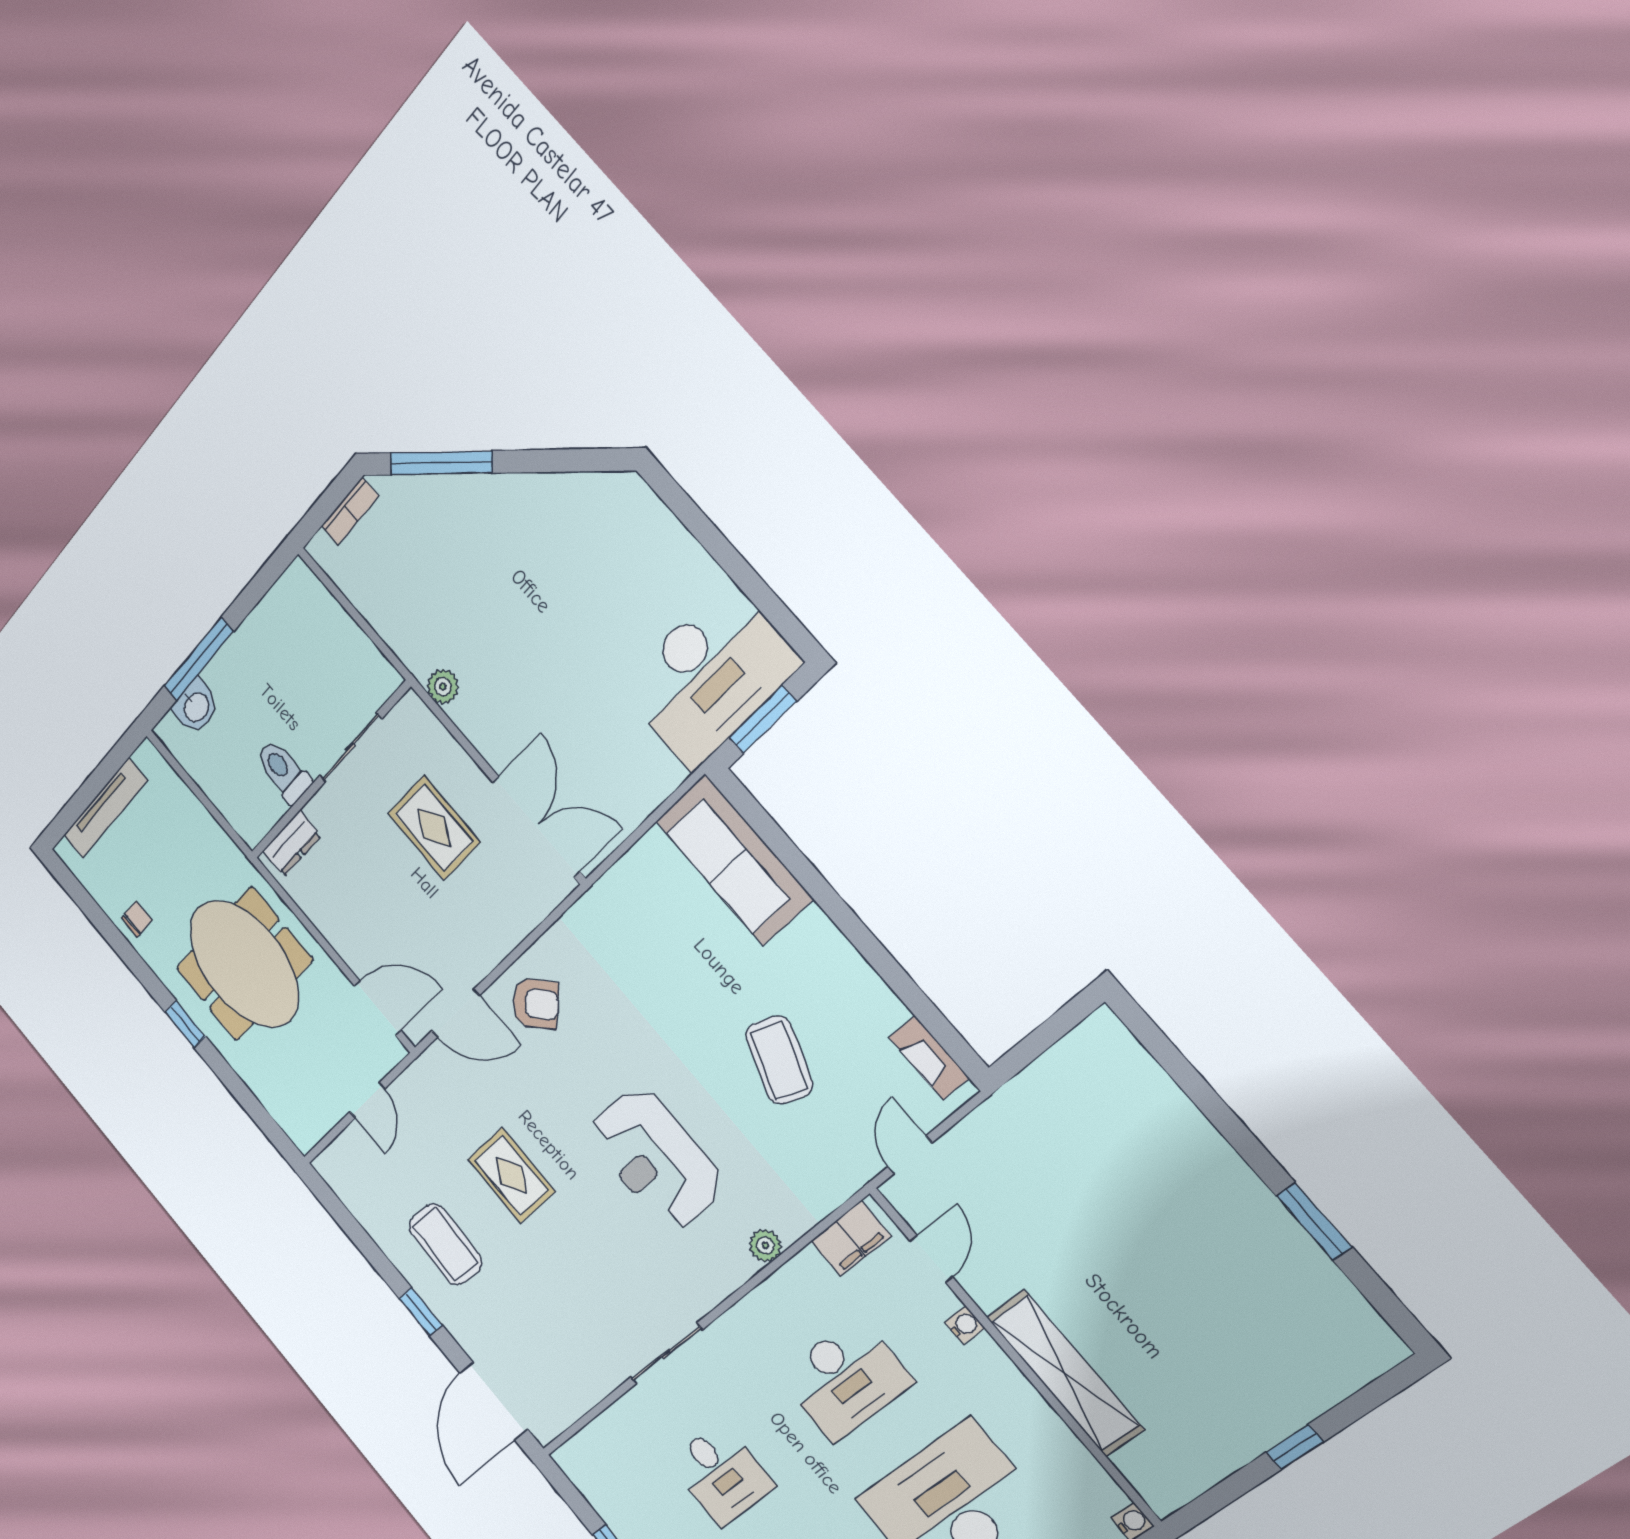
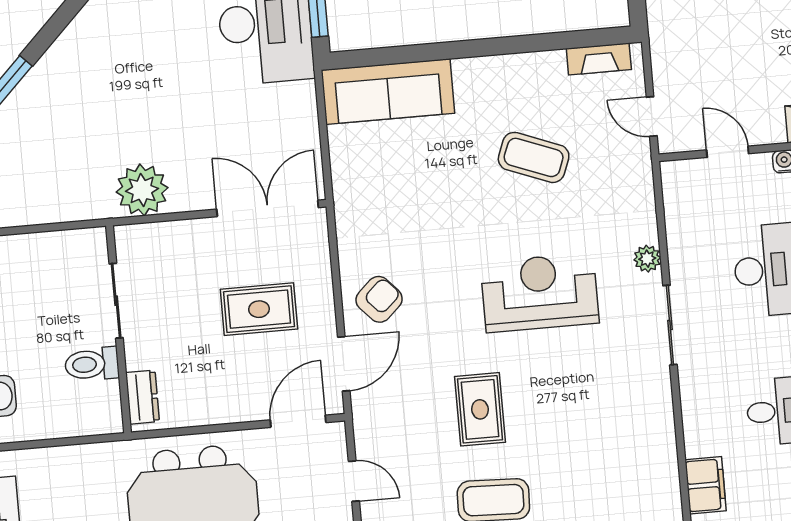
plant: (443, 687) -> (142, 190), width x1.88, depth x1.88
rug: (434, 828) -> (259, 309), moved
reception desk: (656, 1159) -> (540, 293), turned 180
rug: (511, 1175) -> (480, 409), turned 90
filing cabinet: (851, 1239) -> (706, 485), moved
sliding door: (666, 1354) -> (670, 325), moved

